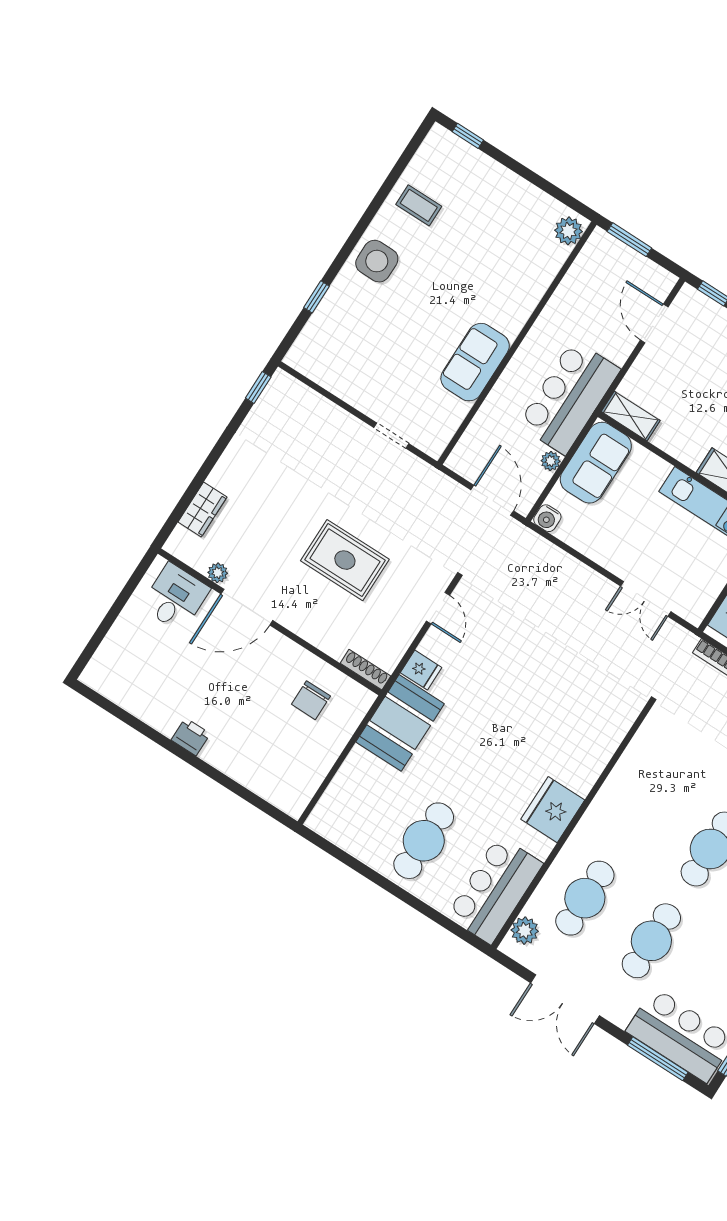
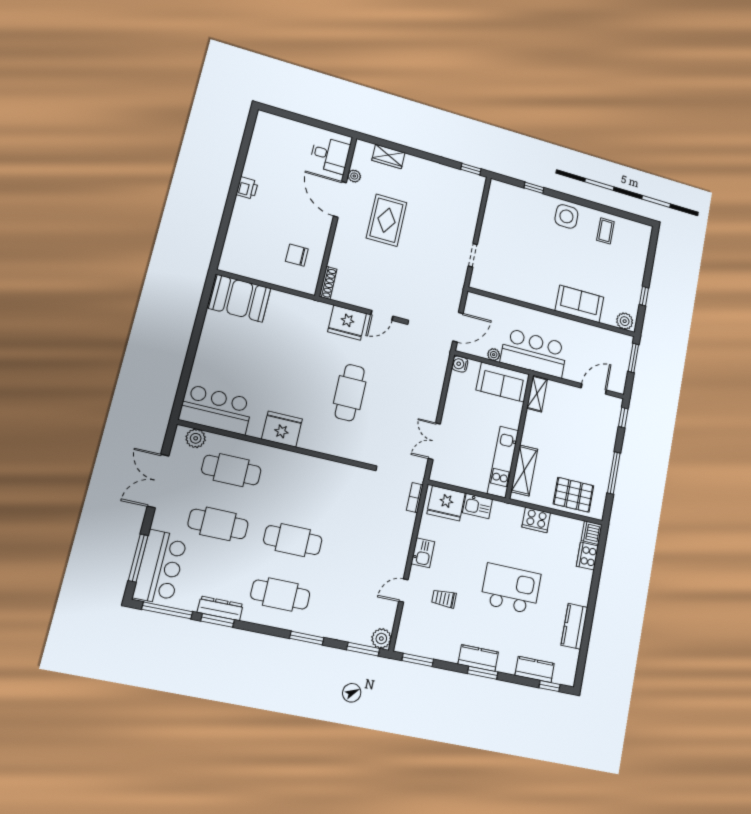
window: (468, 136) -> (644, 296), moved
sofa: (475, 362) -> (579, 304), moved
rug: (345, 560) -> (387, 220), moved
fridge: (421, 670) -> (347, 323), width x1.88, depth x1.34
booth: (400, 723) -> (240, 298), moved
cafe table: (424, 841) -> (350, 393), moved, turned 90

